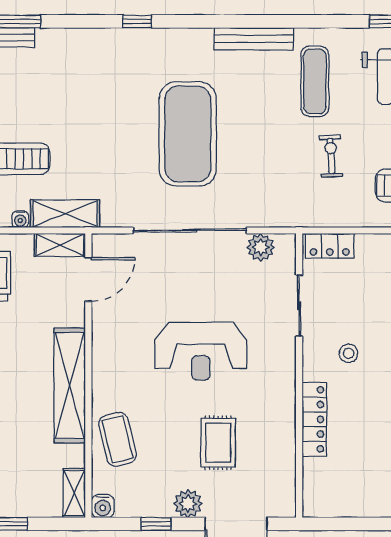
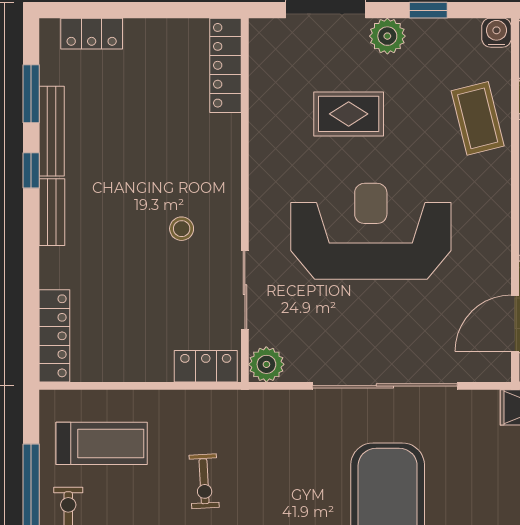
plant: (261, 247) -> (266, 364), moved
reception desk: (201, 351) -> (371, 231), width x1.36, depth x1.30
locker: (314, 419) -> (225, 65), moved
rug: (218, 443) -> (349, 114), turned 90

